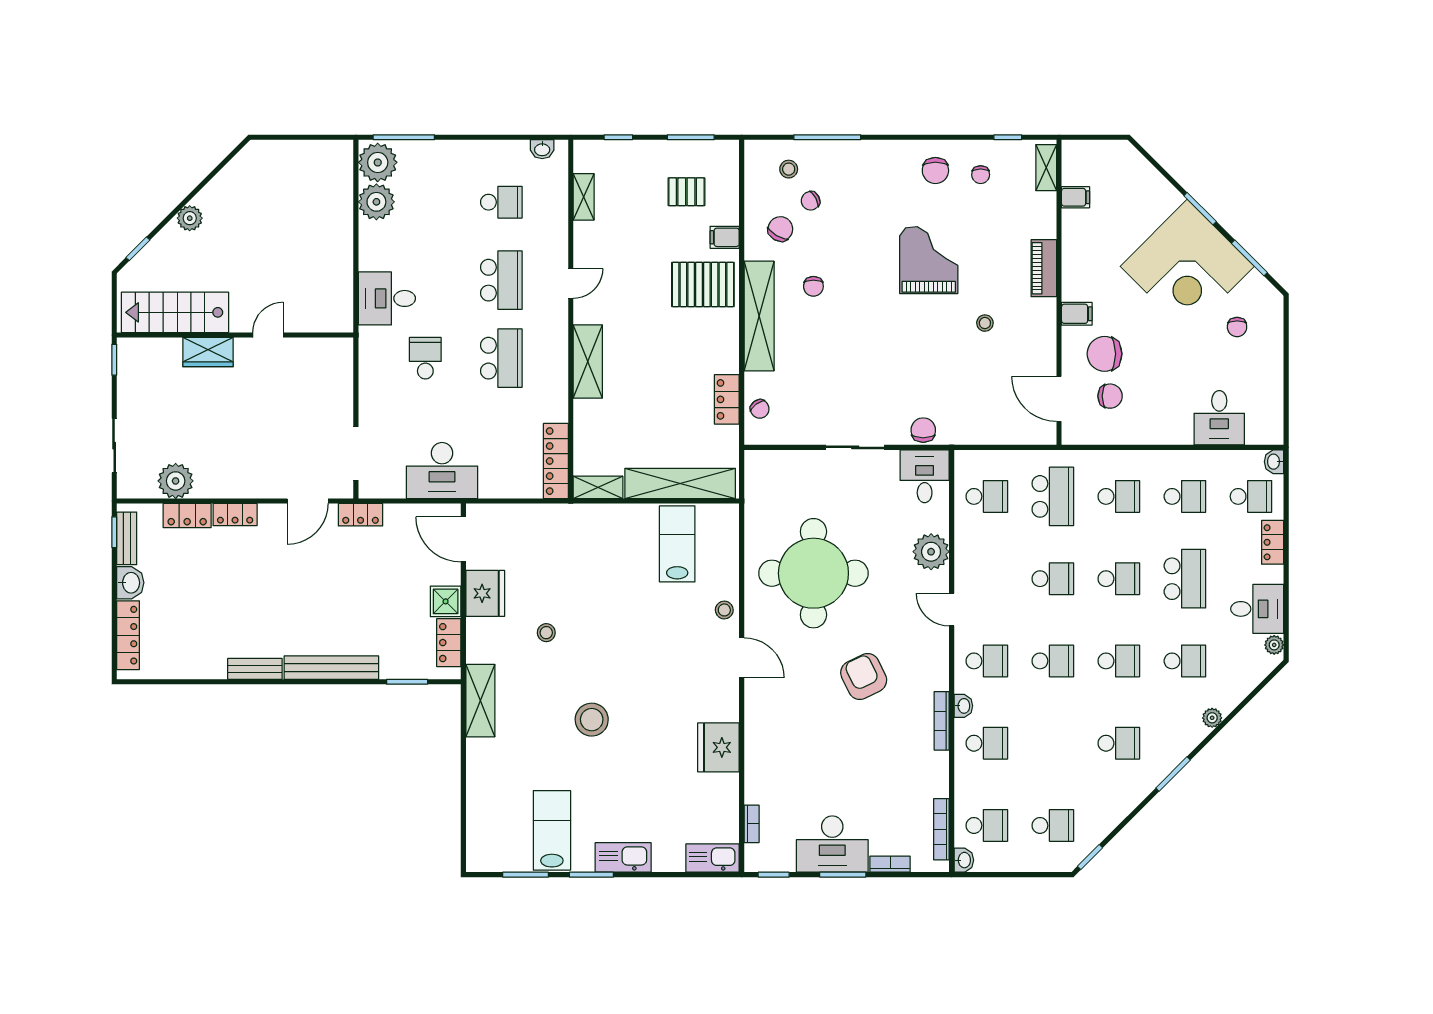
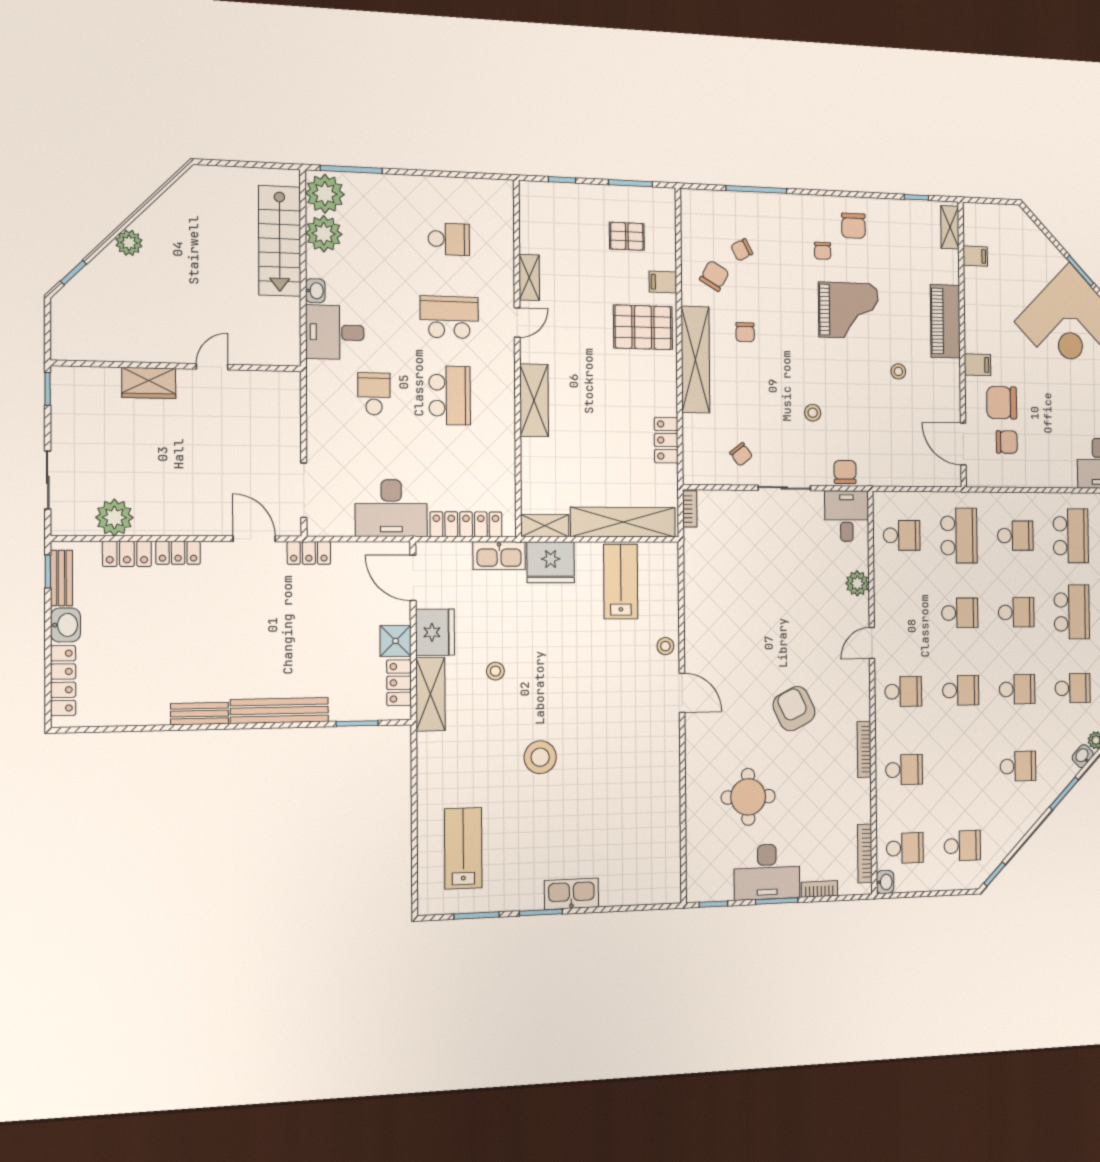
washbasin: (542, 149) -> (315, 291), moved, turned -90
stool: (789, 169) -> (813, 413), moved
chair: (981, 175) -> (823, 251), moved
shelving: (584, 197) -> (529, 277), moved
grand piano: (929, 260) -> (848, 310), turned 90
piano: (1044, 268) -> (945, 321), width x1.37, depth x1.33
school desk: (501, 280) -> (449, 317), turned -90
stairs: (175, 312) -> (280, 241), moved, turned -90
chair: (760, 409) -> (741, 454), moved
locker: (556, 461) -> (466, 524), moved, turned 90
school desk: (1185, 496) -> (1071, 536), width x1.85
door: (308, 501) -> (254, 539), swing flipped
plant: (931, 552) -> (857, 583), width x0.73, depth x0.73
round table: (813, 573) -> (748, 797), moved, width x0.54, depth x0.54
door: (952, 610) -> (872, 643), hinge flipped
shelving: (480, 701) -> (430, 694), moved
washbasin: (963, 706) -> (1083, 756), moved, turned -135
fridge: (718, 747) -> (551, 562), moved, turned -90
bookcase: (752, 824) -> (690, 509), moved
lab bench: (552, 830) -> (463, 848), moved
kitchen sink: (713, 858) -> (499, 556), moved, turned 180

